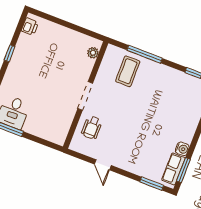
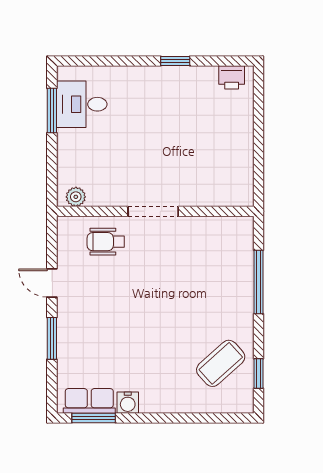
plant: (93, 53) -> (76, 197), moved
coffee table: (128, 71) -> (221, 363), moved, turned -42
door: (103, 165) -> (52, 283), hinge flipped
window: (152, 184) -> (52, 338), moved

